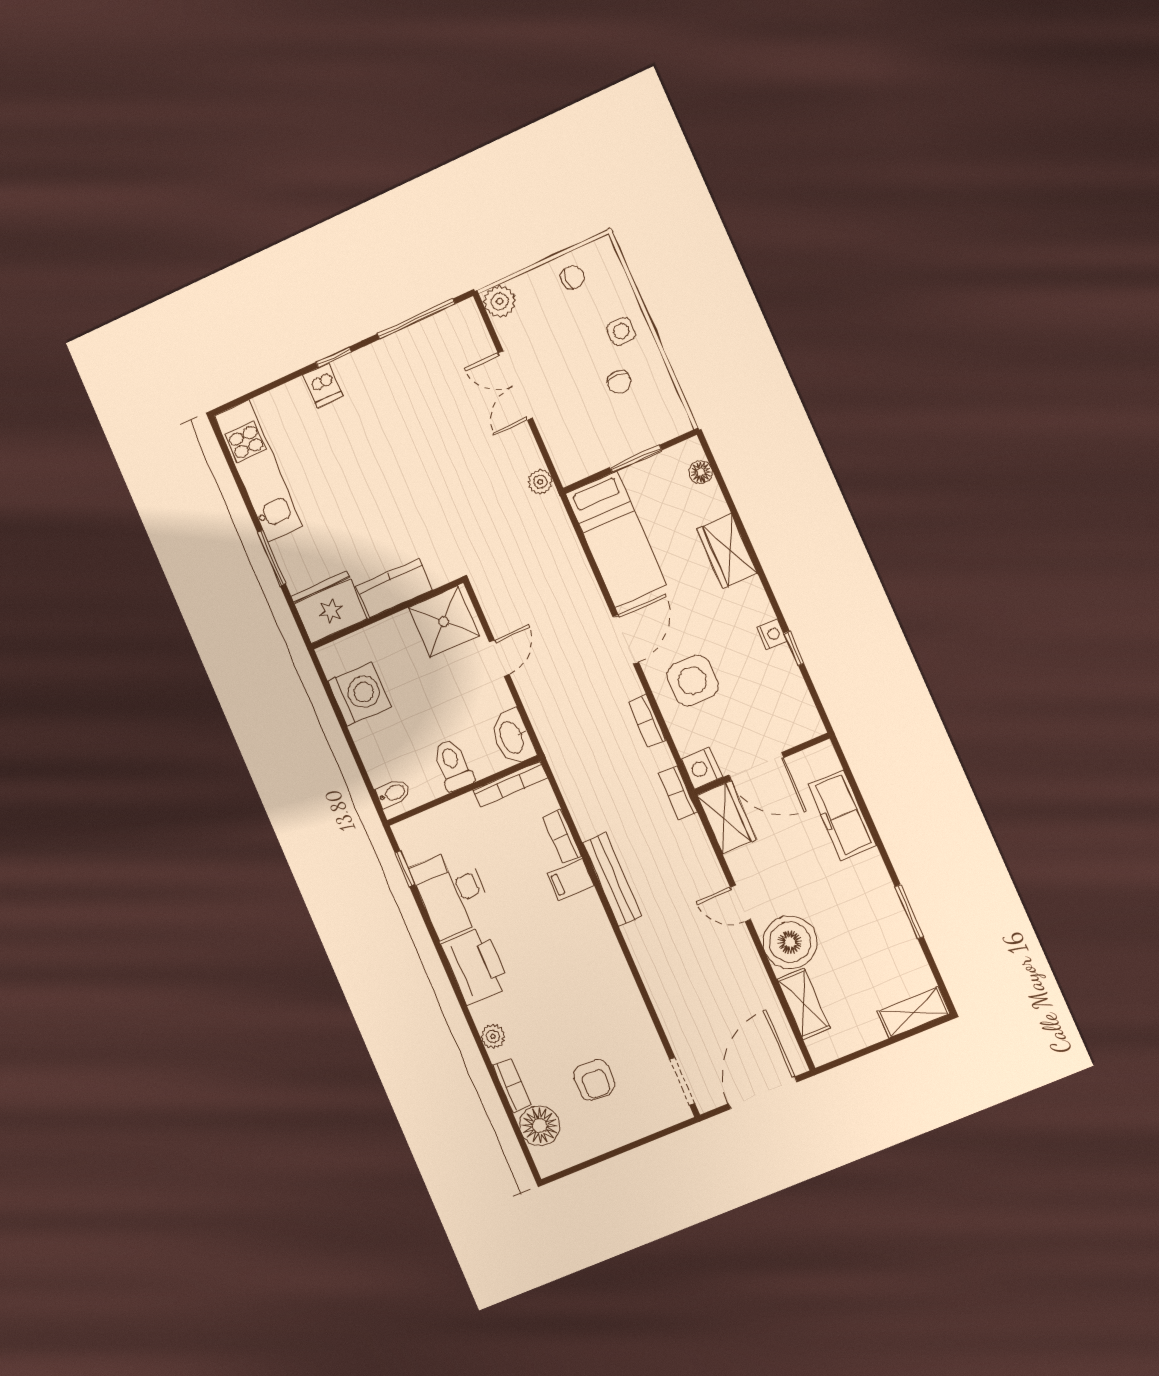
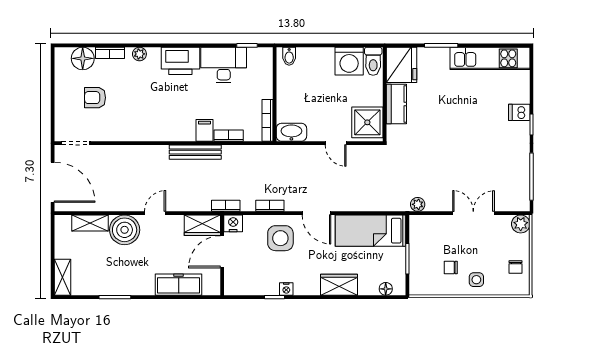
toilet: (453, 765) -> (373, 61), moved, turned 90

